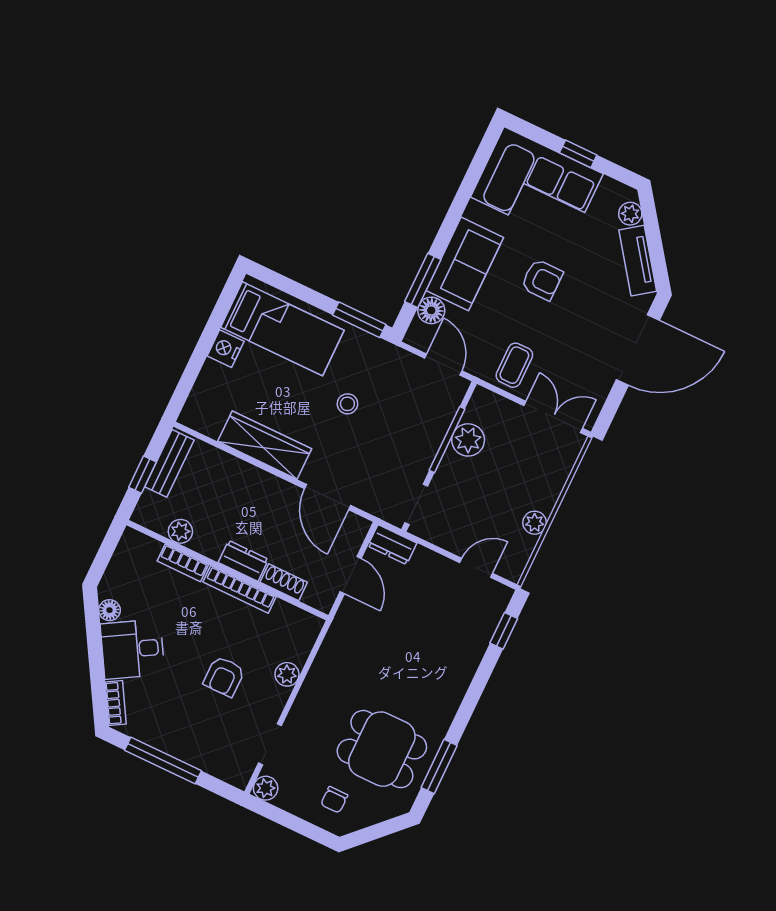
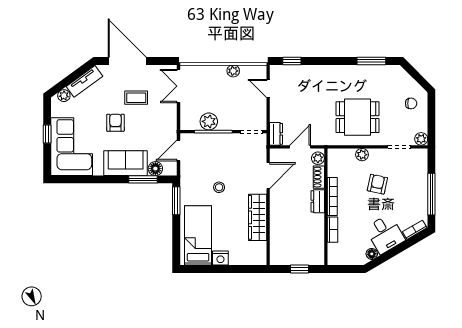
coffee table: (514, 365) -> (136, 98), moved
bench: (169, 463) -> (288, 259), removed
plant: (180, 531) -> (318, 158), moved
armchair: (224, 677) -> (377, 184), turned -78
dining table: (382, 749) -> (358, 117), moved, turned 90

